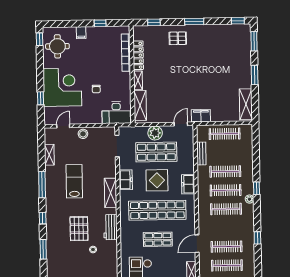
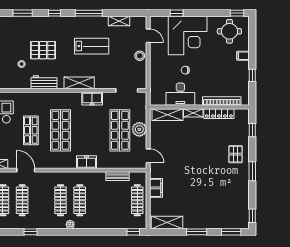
desk: (116, 113) -> (180, 94), moved, turned -90
filing cabinet: (201, 116) -> (156, 188), moved
clothes rail: (225, 171) -> (99, 200), removed
display table: (157, 180) -> (91, 130), removed
window: (257, 188) -> (133, 232), moved
shop shelf: (157, 210) -> (61, 130), width x0.71

